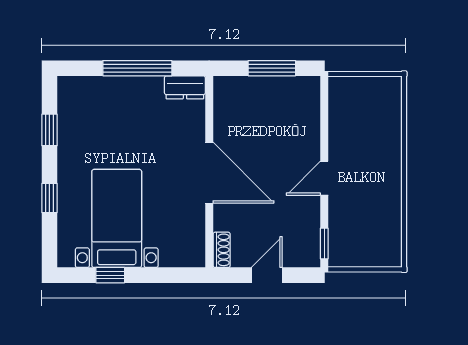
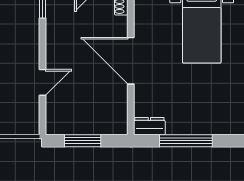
door: (324, 178) -> (42, 82), moved

